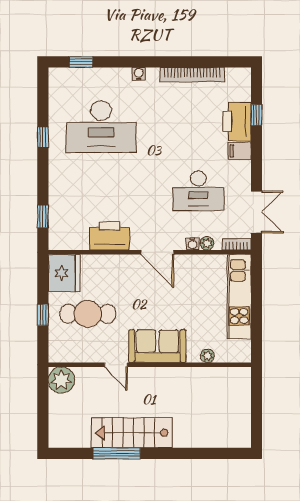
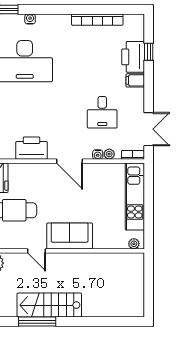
water cooler: (139, 74) -> (30, 19), moved
desk: (198, 191) -> (102, 112), width x0.73
plant: (207, 356) -> (134, 244), moved

